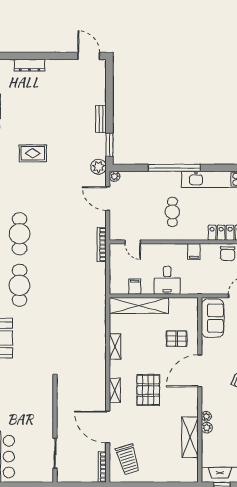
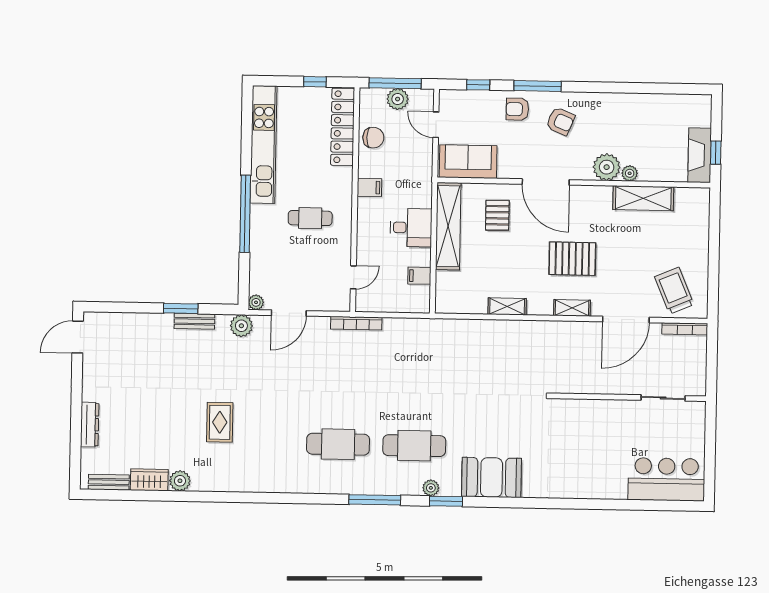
bench: (101, 119) -> (194, 321), moved
window: (109, 145) -> (181, 308), moved
shelving: (139, 306) -> (448, 226), moved
plant: (206, 416) -> (607, 167), width x1.87, depth x1.87
trolley: (128, 459) -> (674, 291), turned -96

